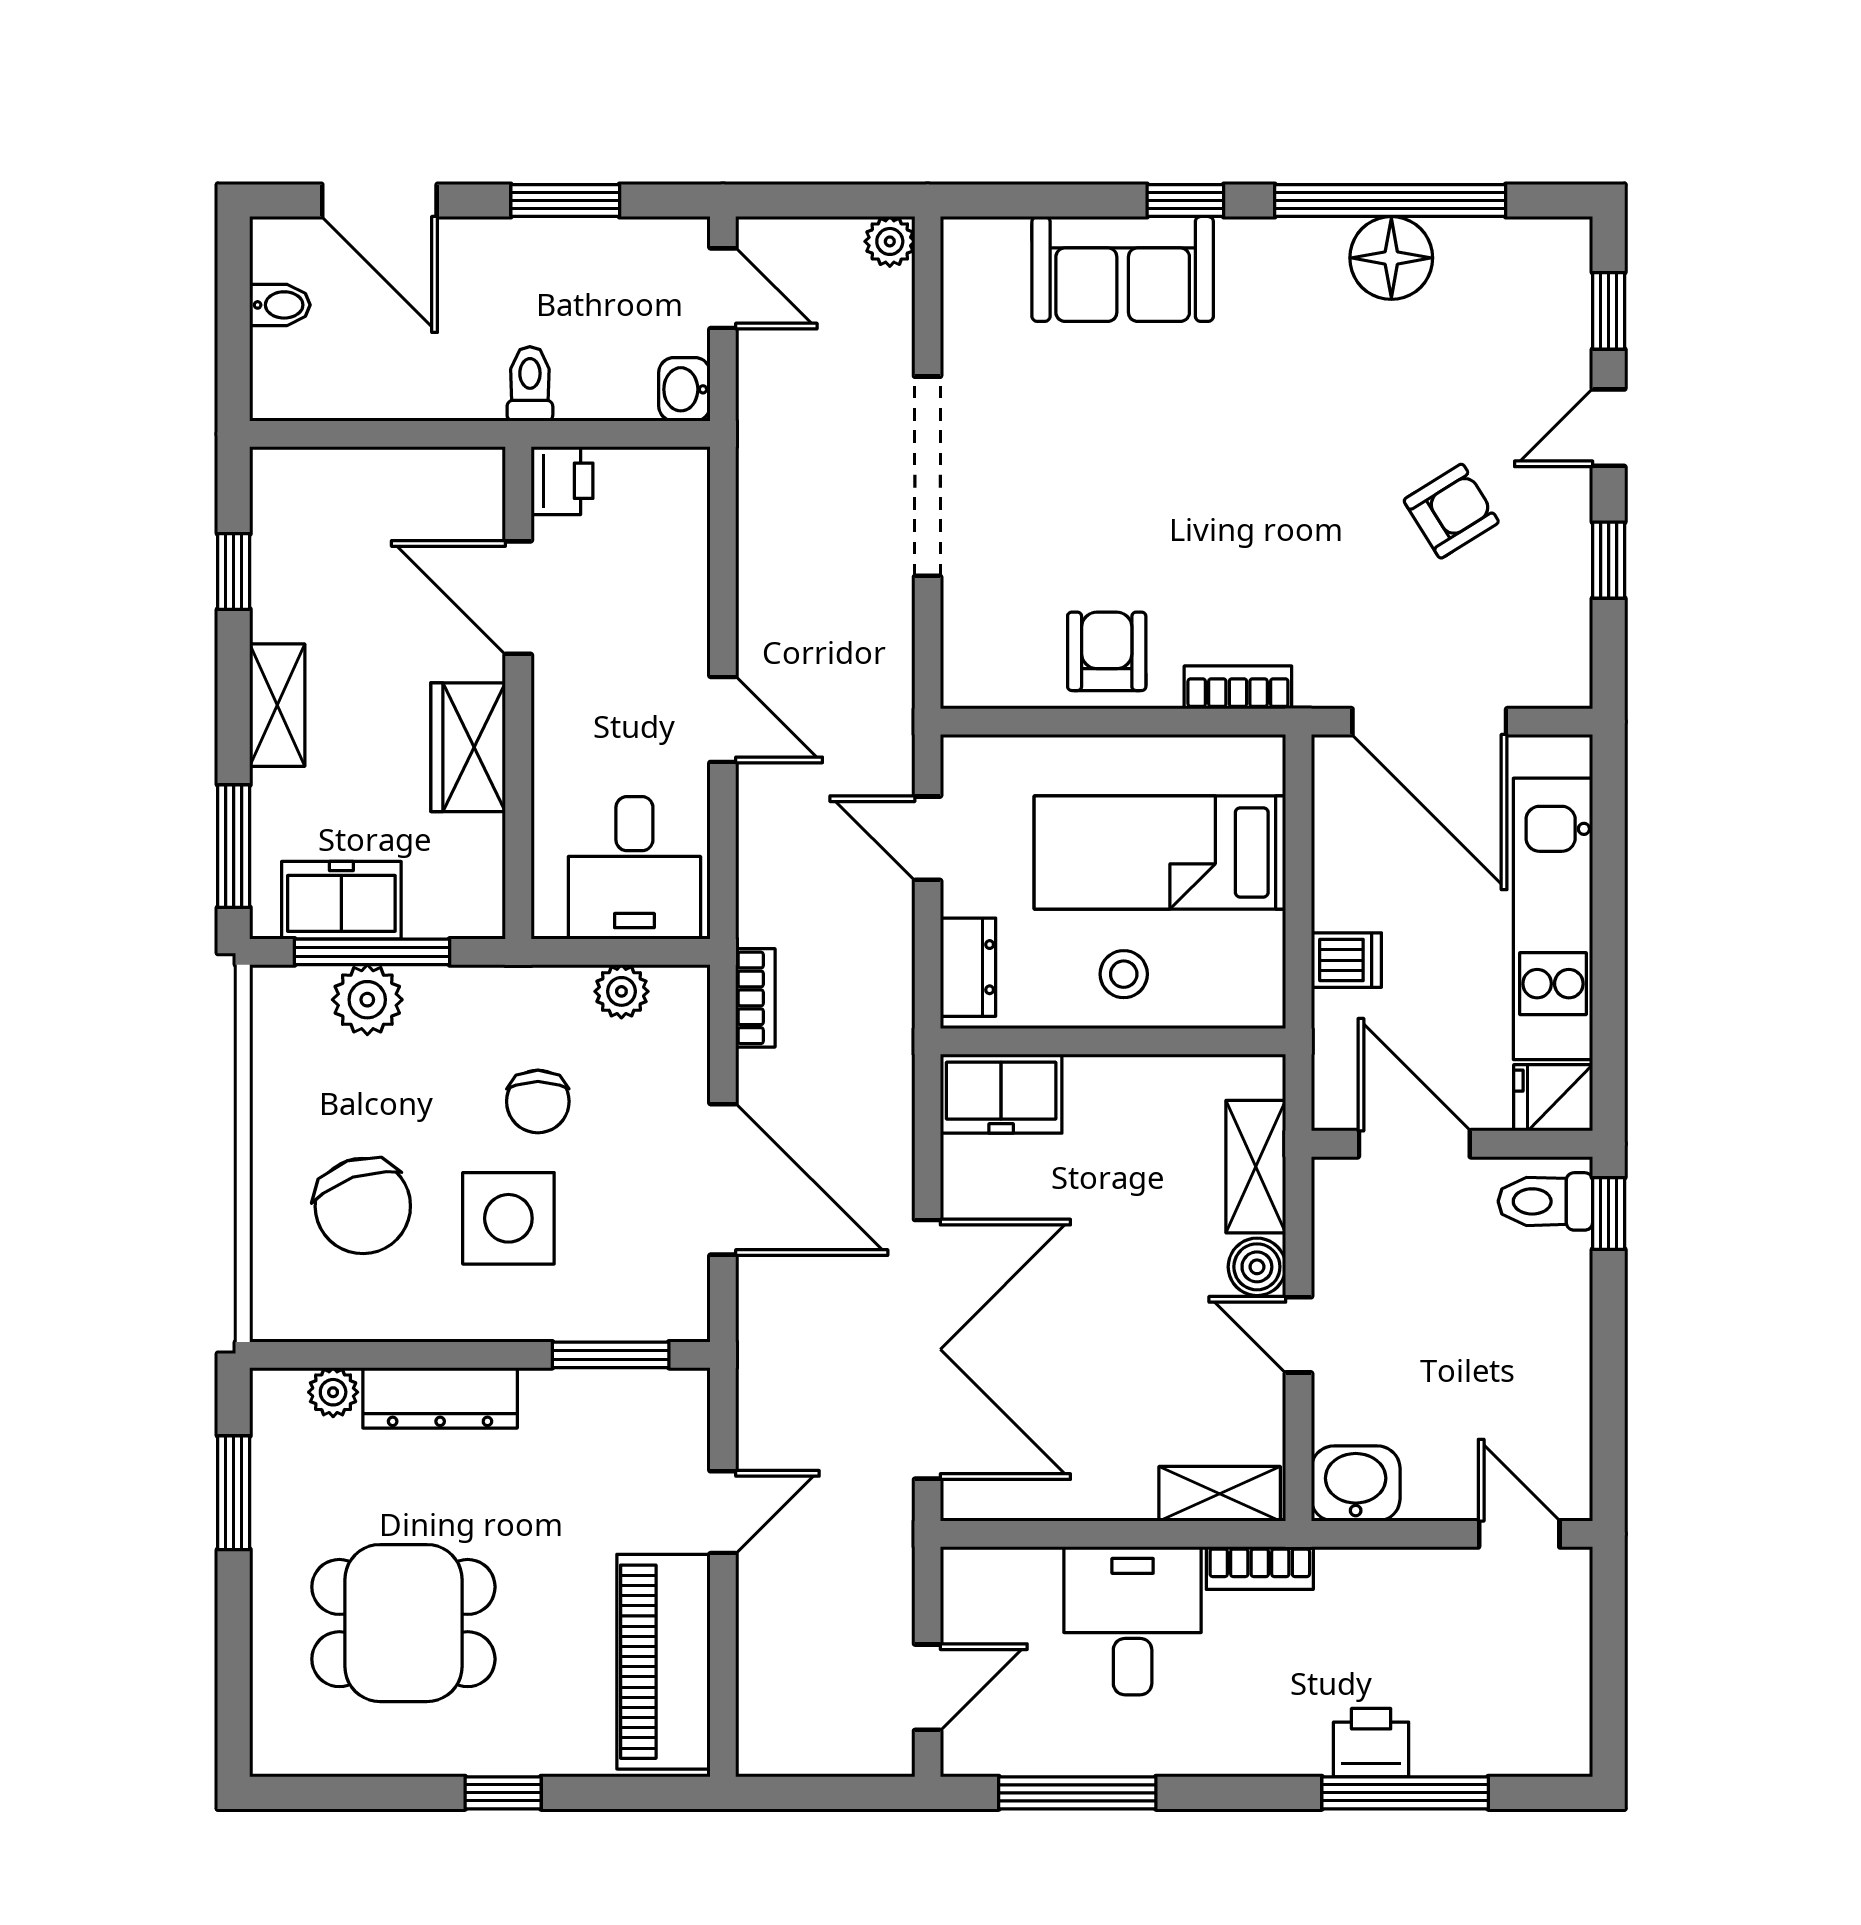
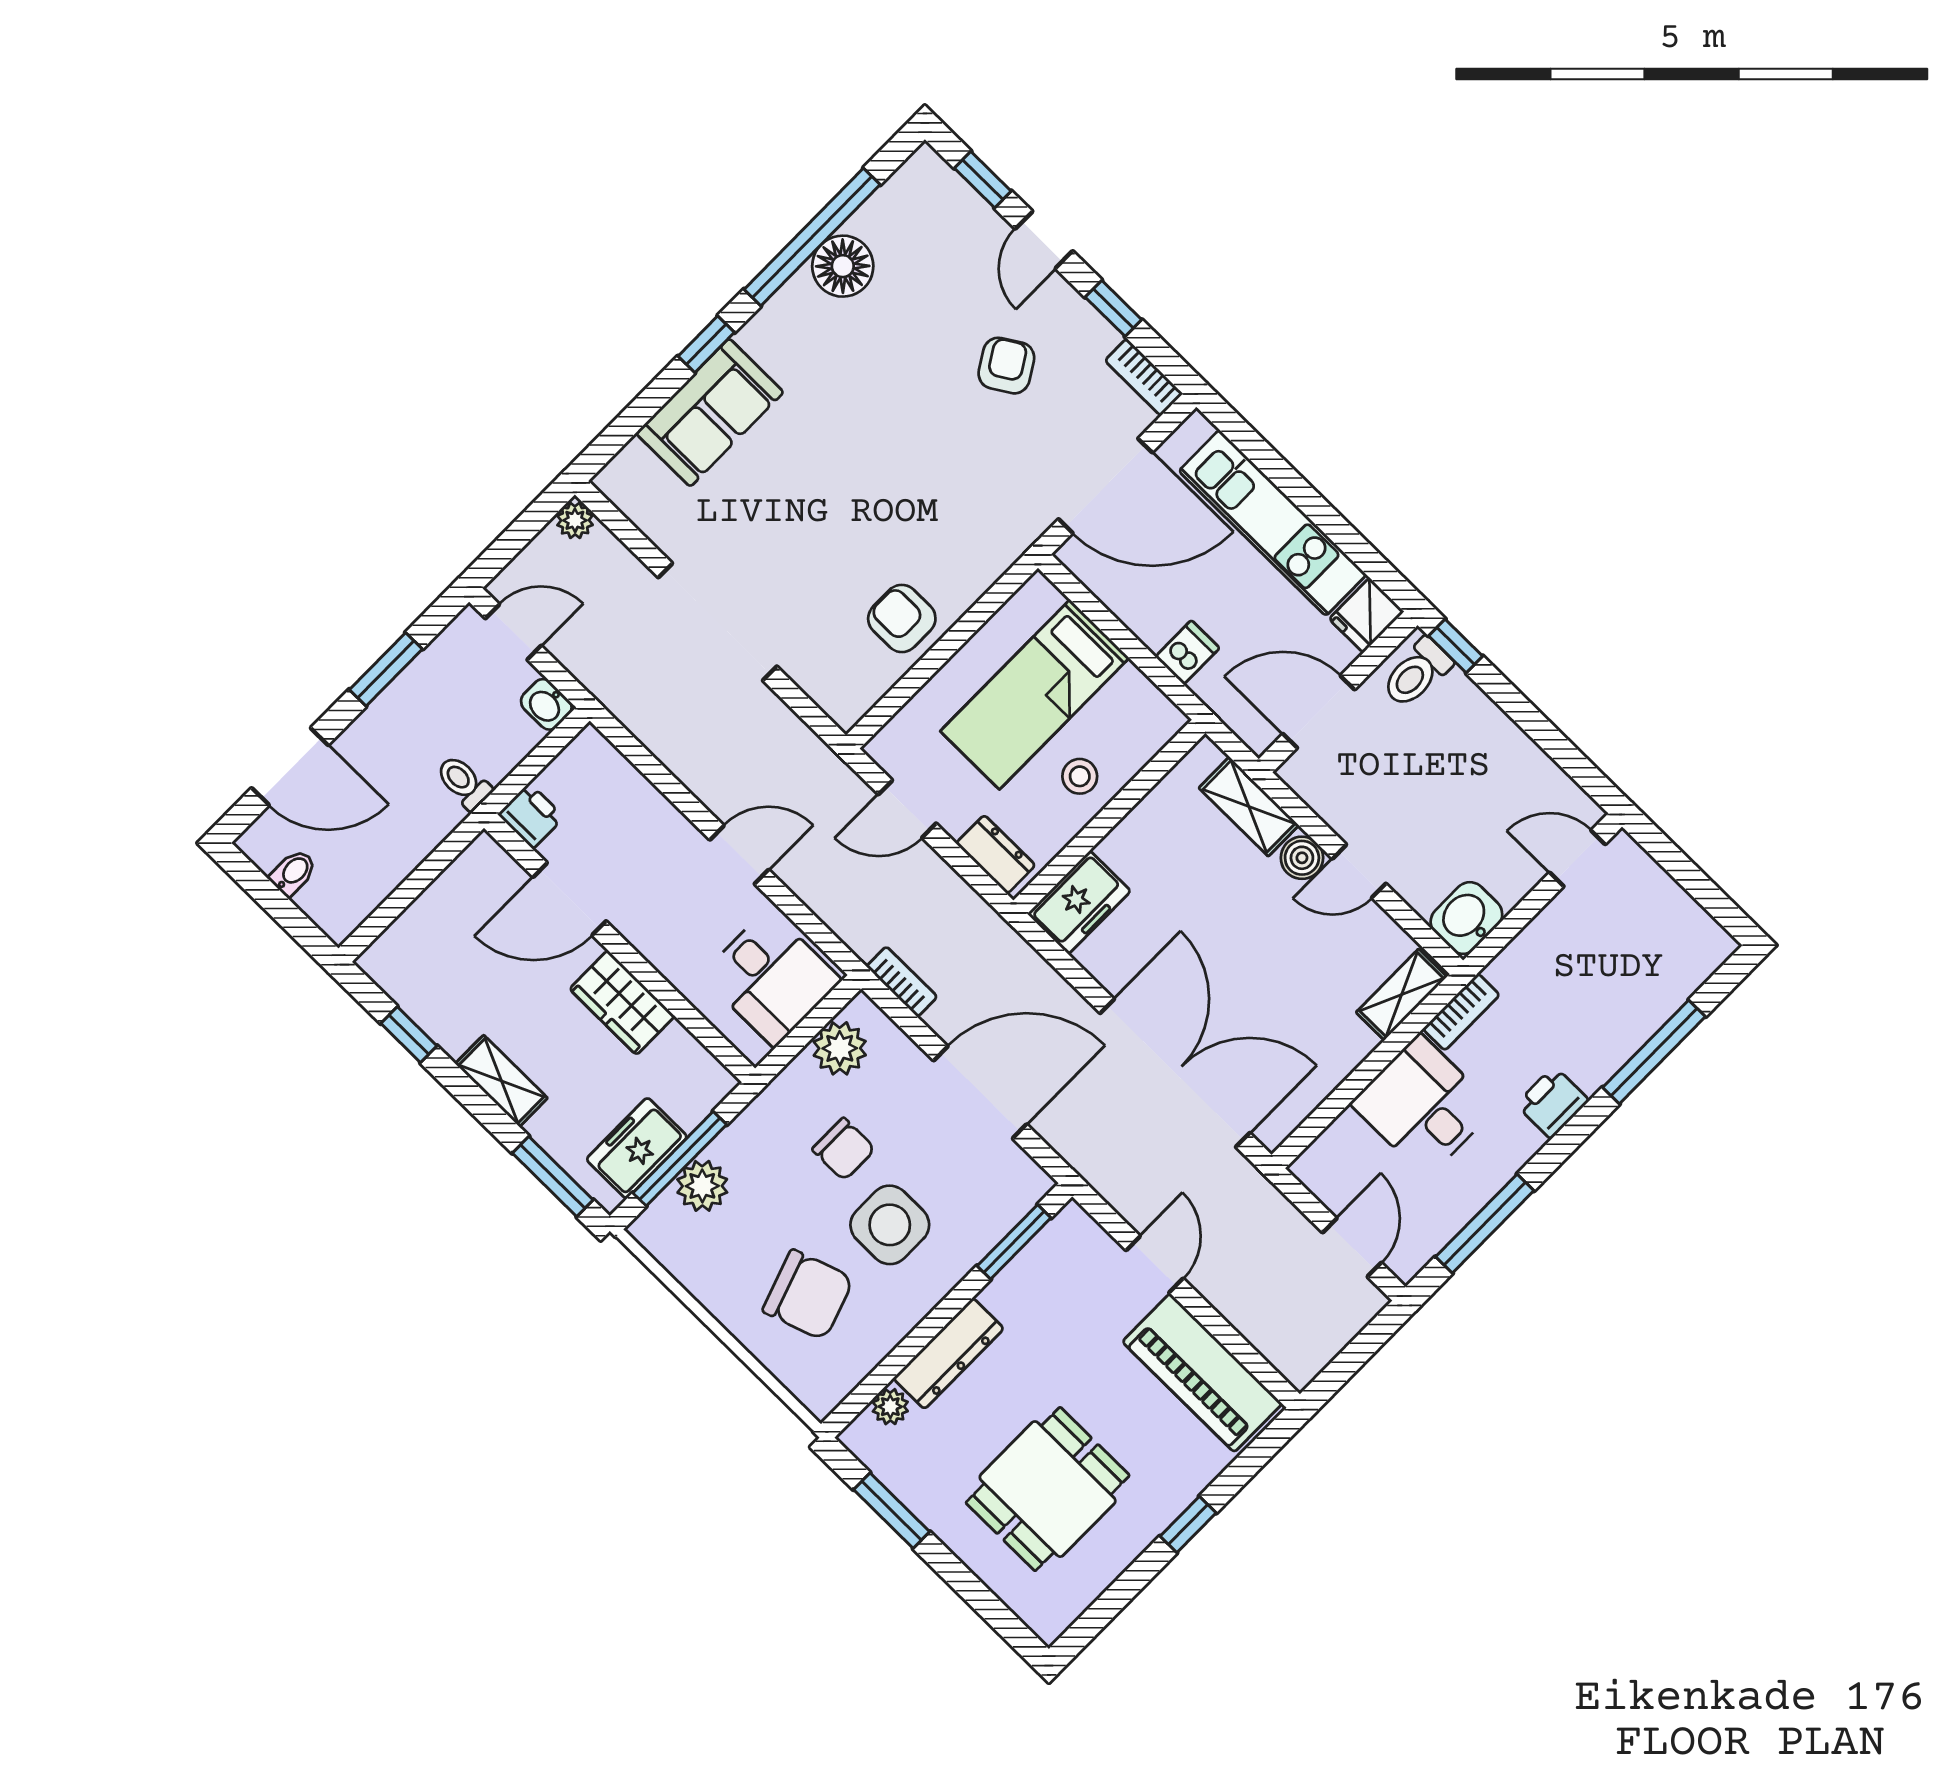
bookcase: (1238, 687) -> (1144, 377), moved, turned -90
plant: (621, 991) -> (840, 1048), width x1.38, depth x1.38
printer: (1371, 1743) -> (1552, 1102), moved

